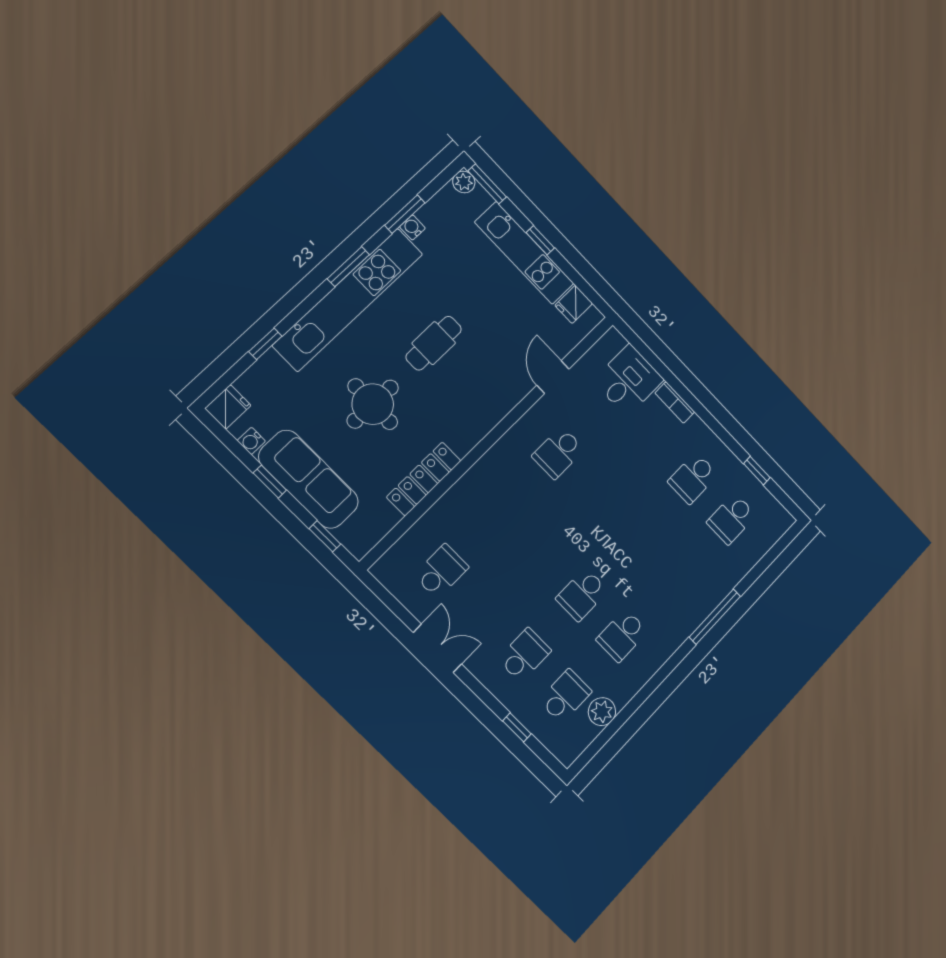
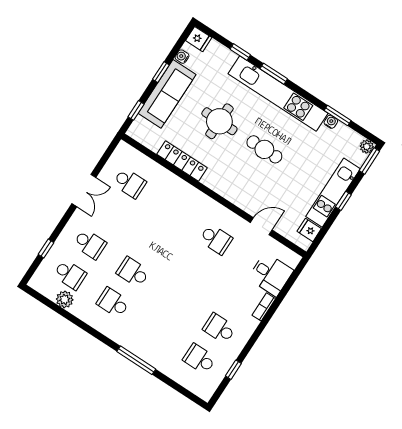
window: (348, 267) -> (274, 74), moved
school desk: (558, 453) -> (216, 239), turned 180

